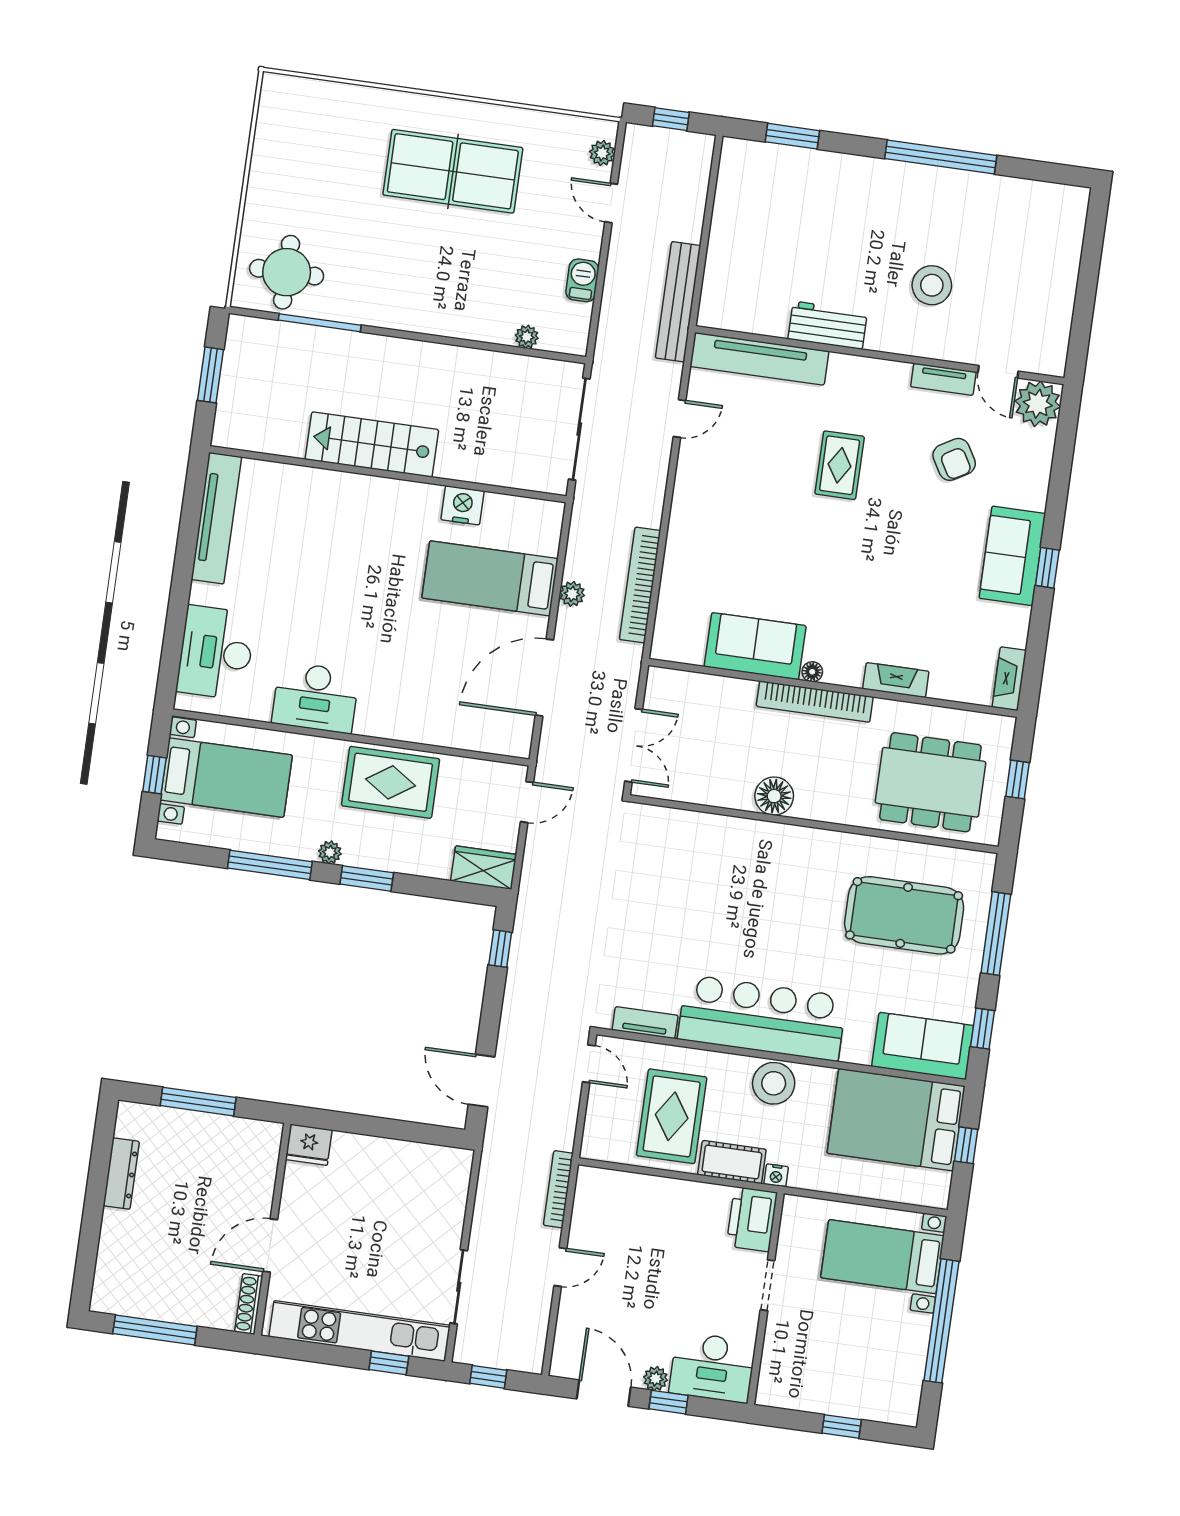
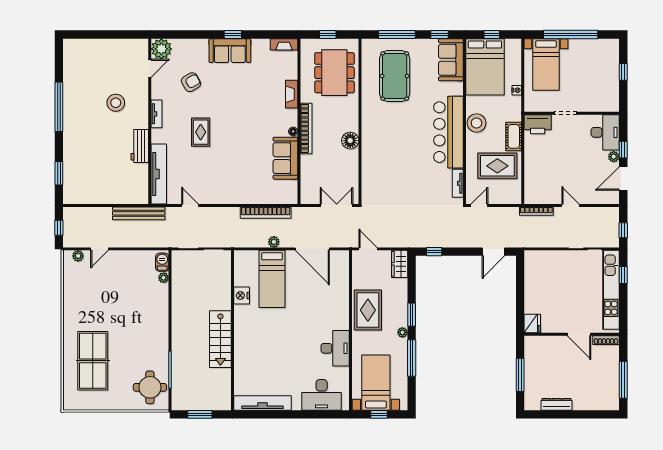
table tennis table: (453, 171) -> (93, 361), moved
barbecue: (582, 280) -> (162, 262), moved, turned 90
tv unit: (943, 379) -> (156, 114), moved
rug: (840, 465) -> (201, 132), turned 90
nightstand: (776, 1175) -> (517, 90), moved

